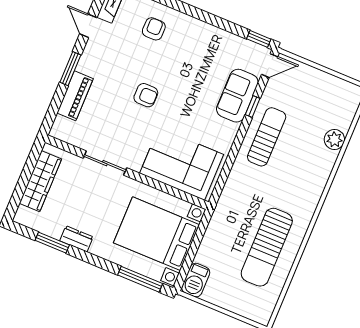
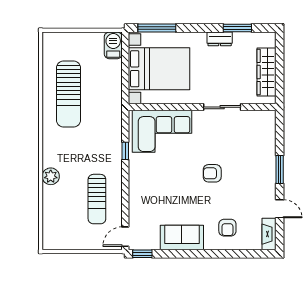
piano: (75, 96) -> (267, 150), removed
sofa: (237, 96) -> (182, 238), moved, turned -90
window: (253, 107) -> (125, 151), moved
sun lounger: (267, 137) -> (97, 199), moved
plant: (334, 139) -> (51, 176), moved
sun lounger: (267, 247) -> (68, 94), turned 180

